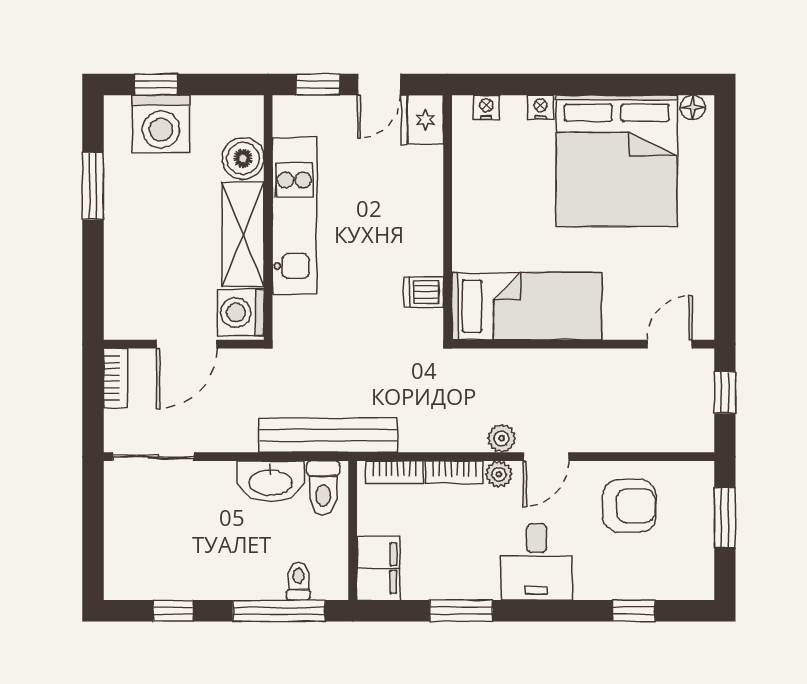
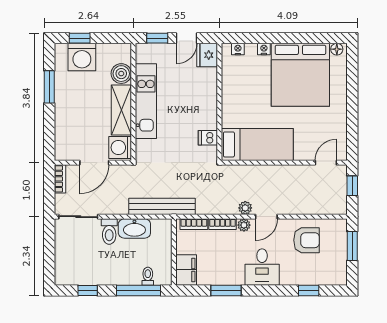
toilet: (323, 488) -> (109, 232), moved

